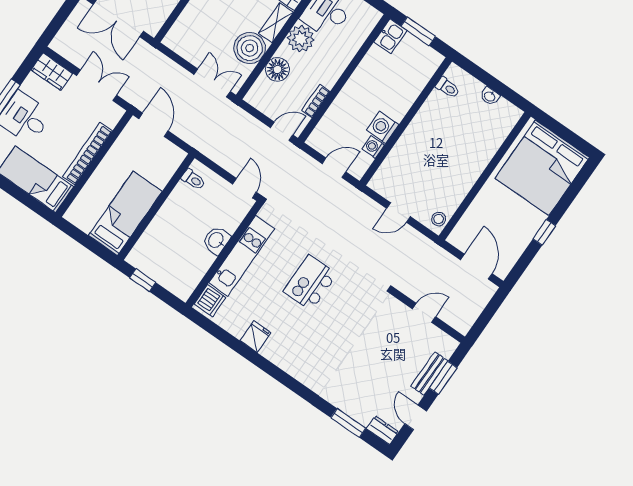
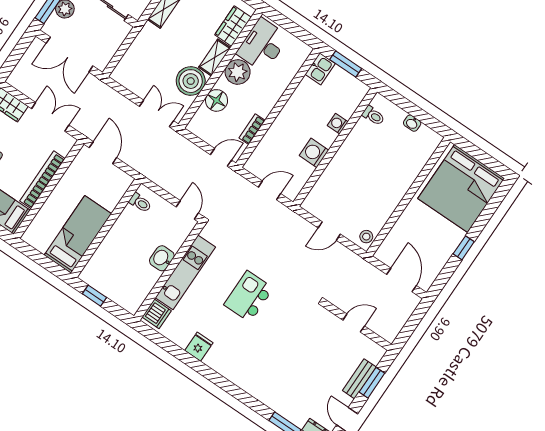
washing machine: (373, 147) -> (338, 124), moved

